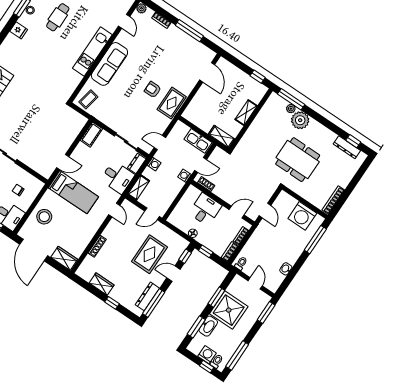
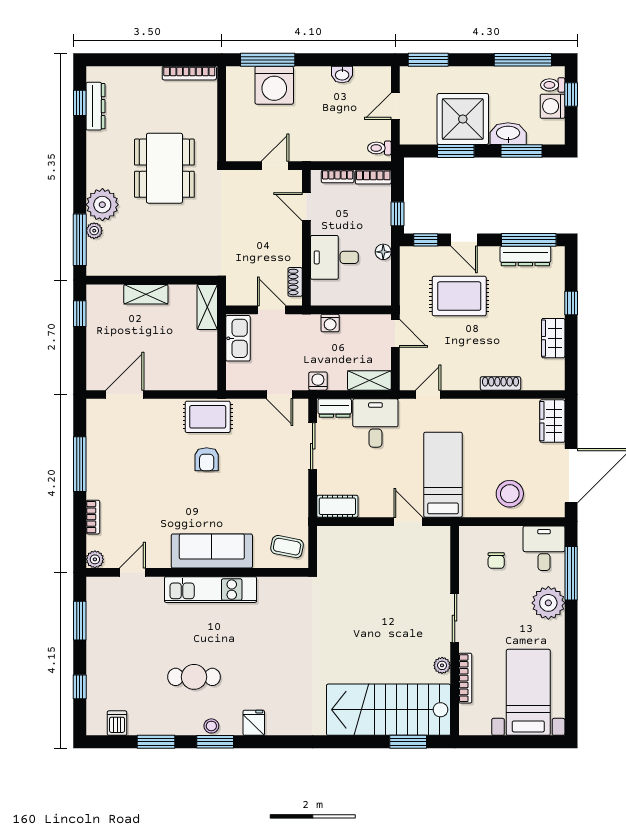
washing machine: (185, 176) -> (330, 323), moved
washing machine: (302, 216) -> (274, 85), moved, turned 90

